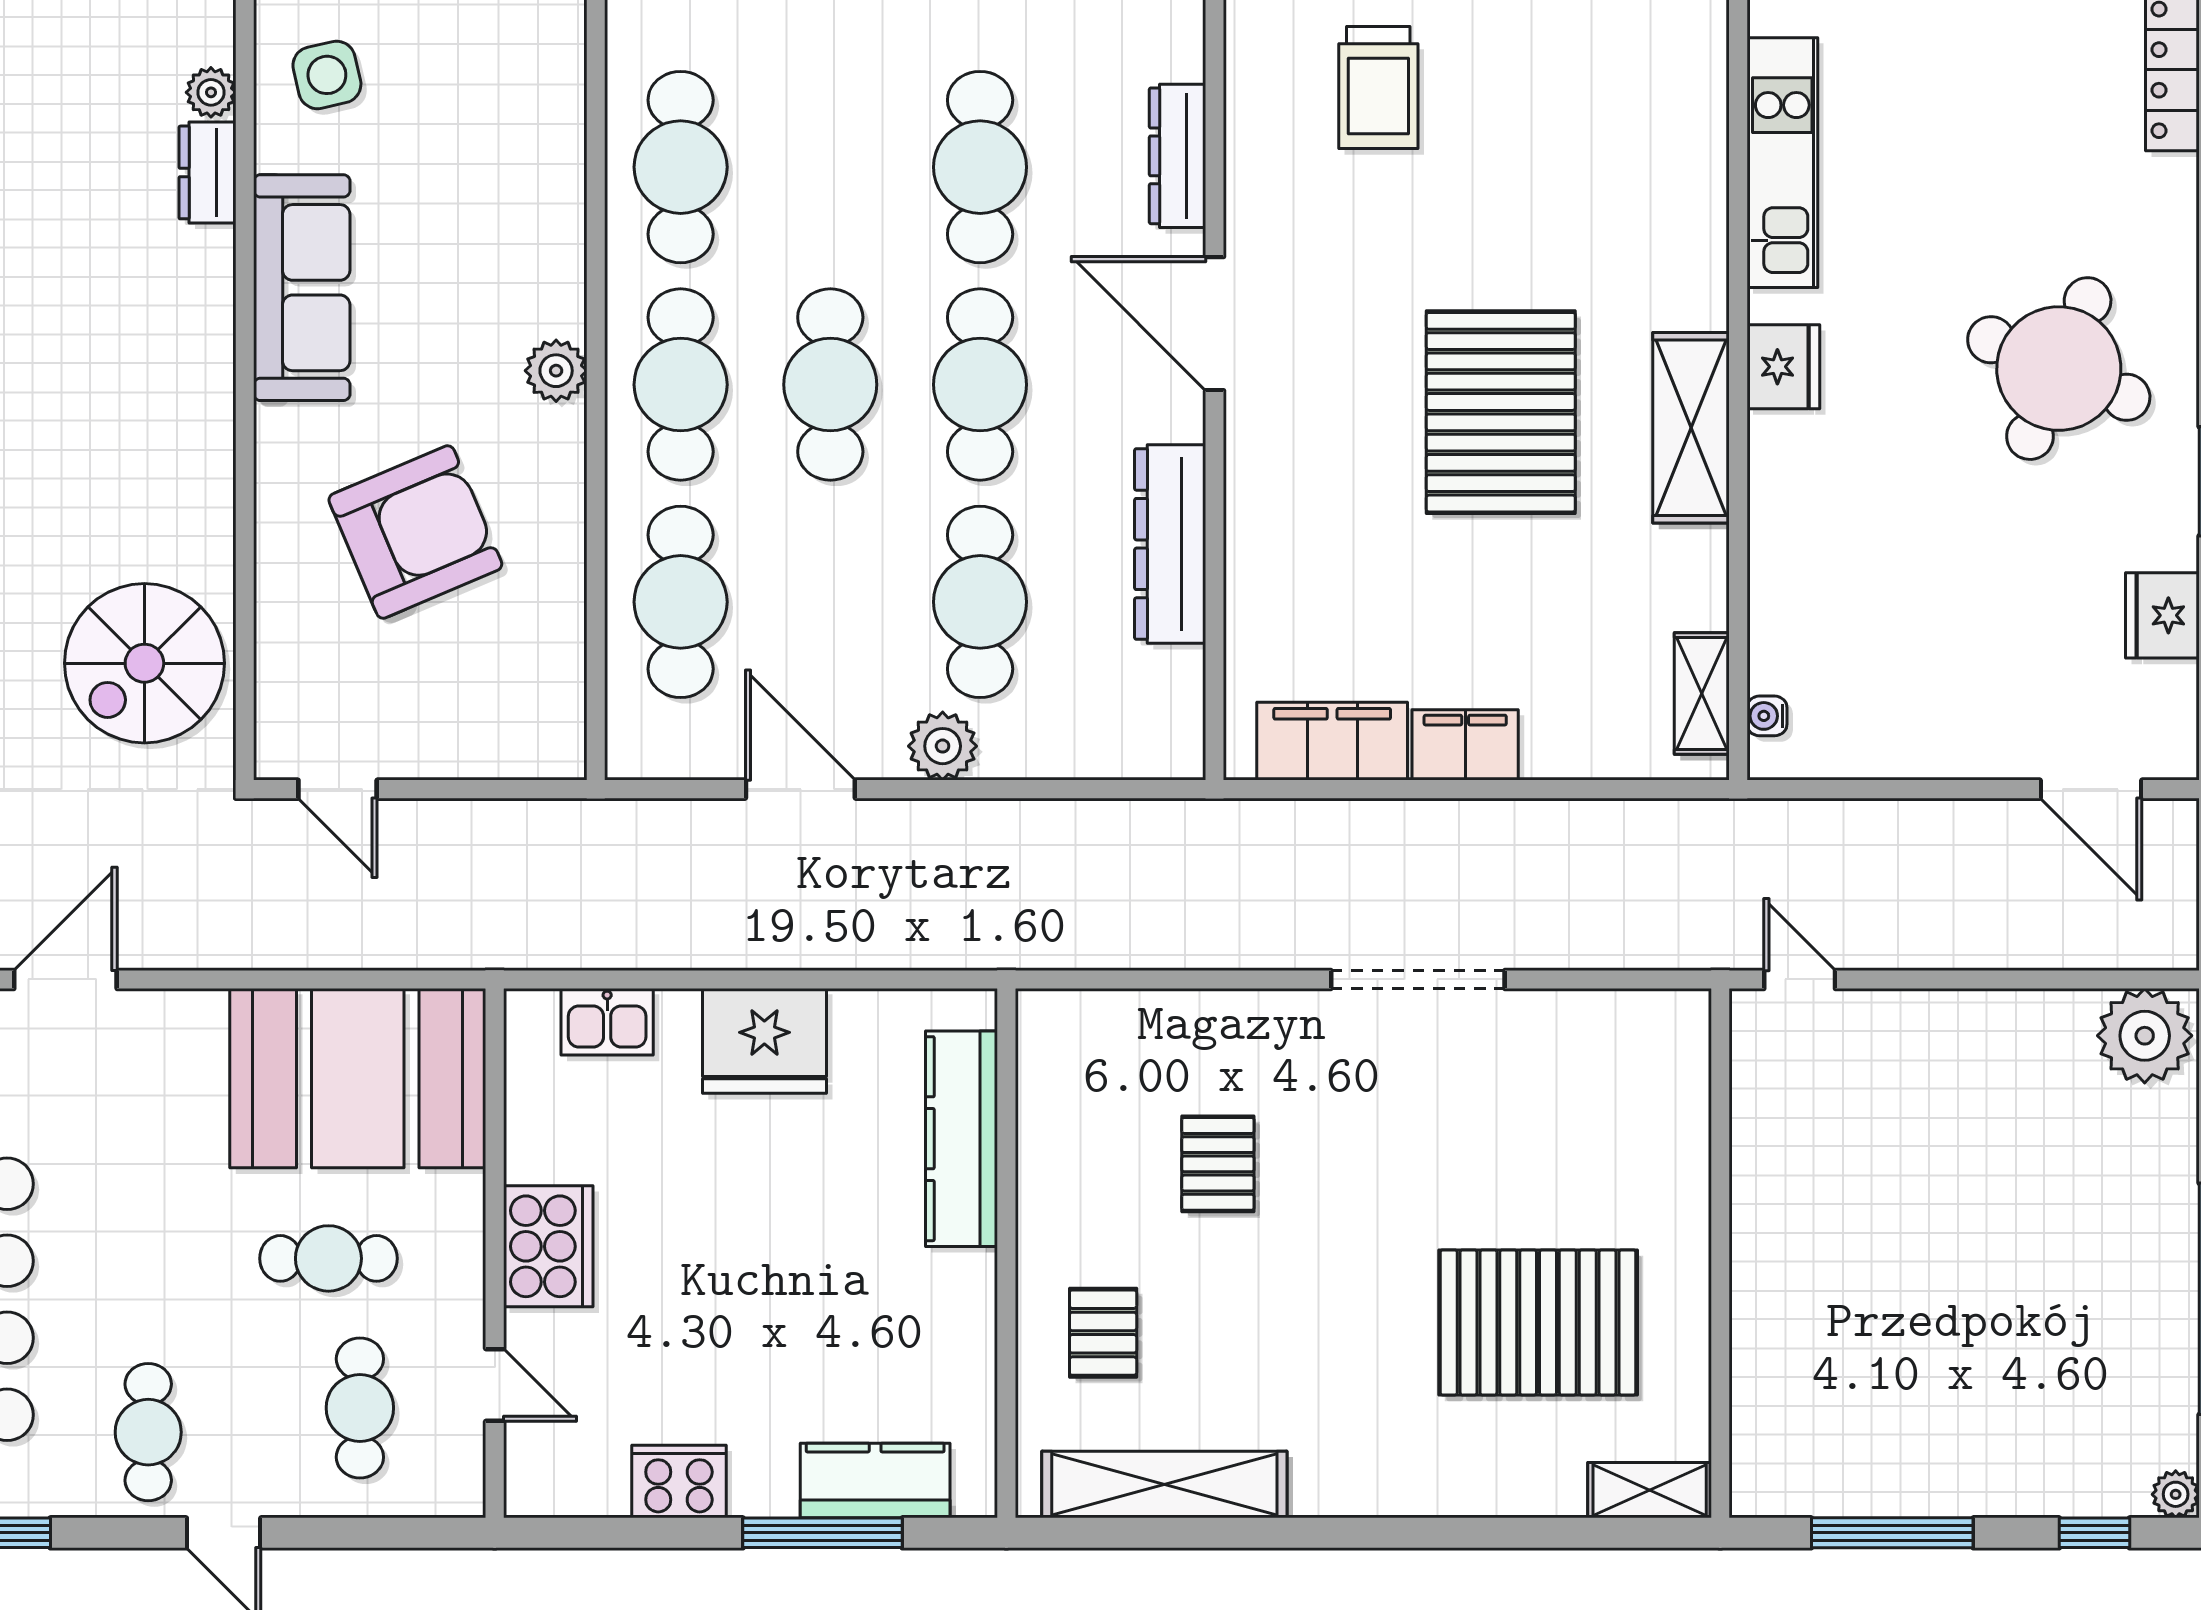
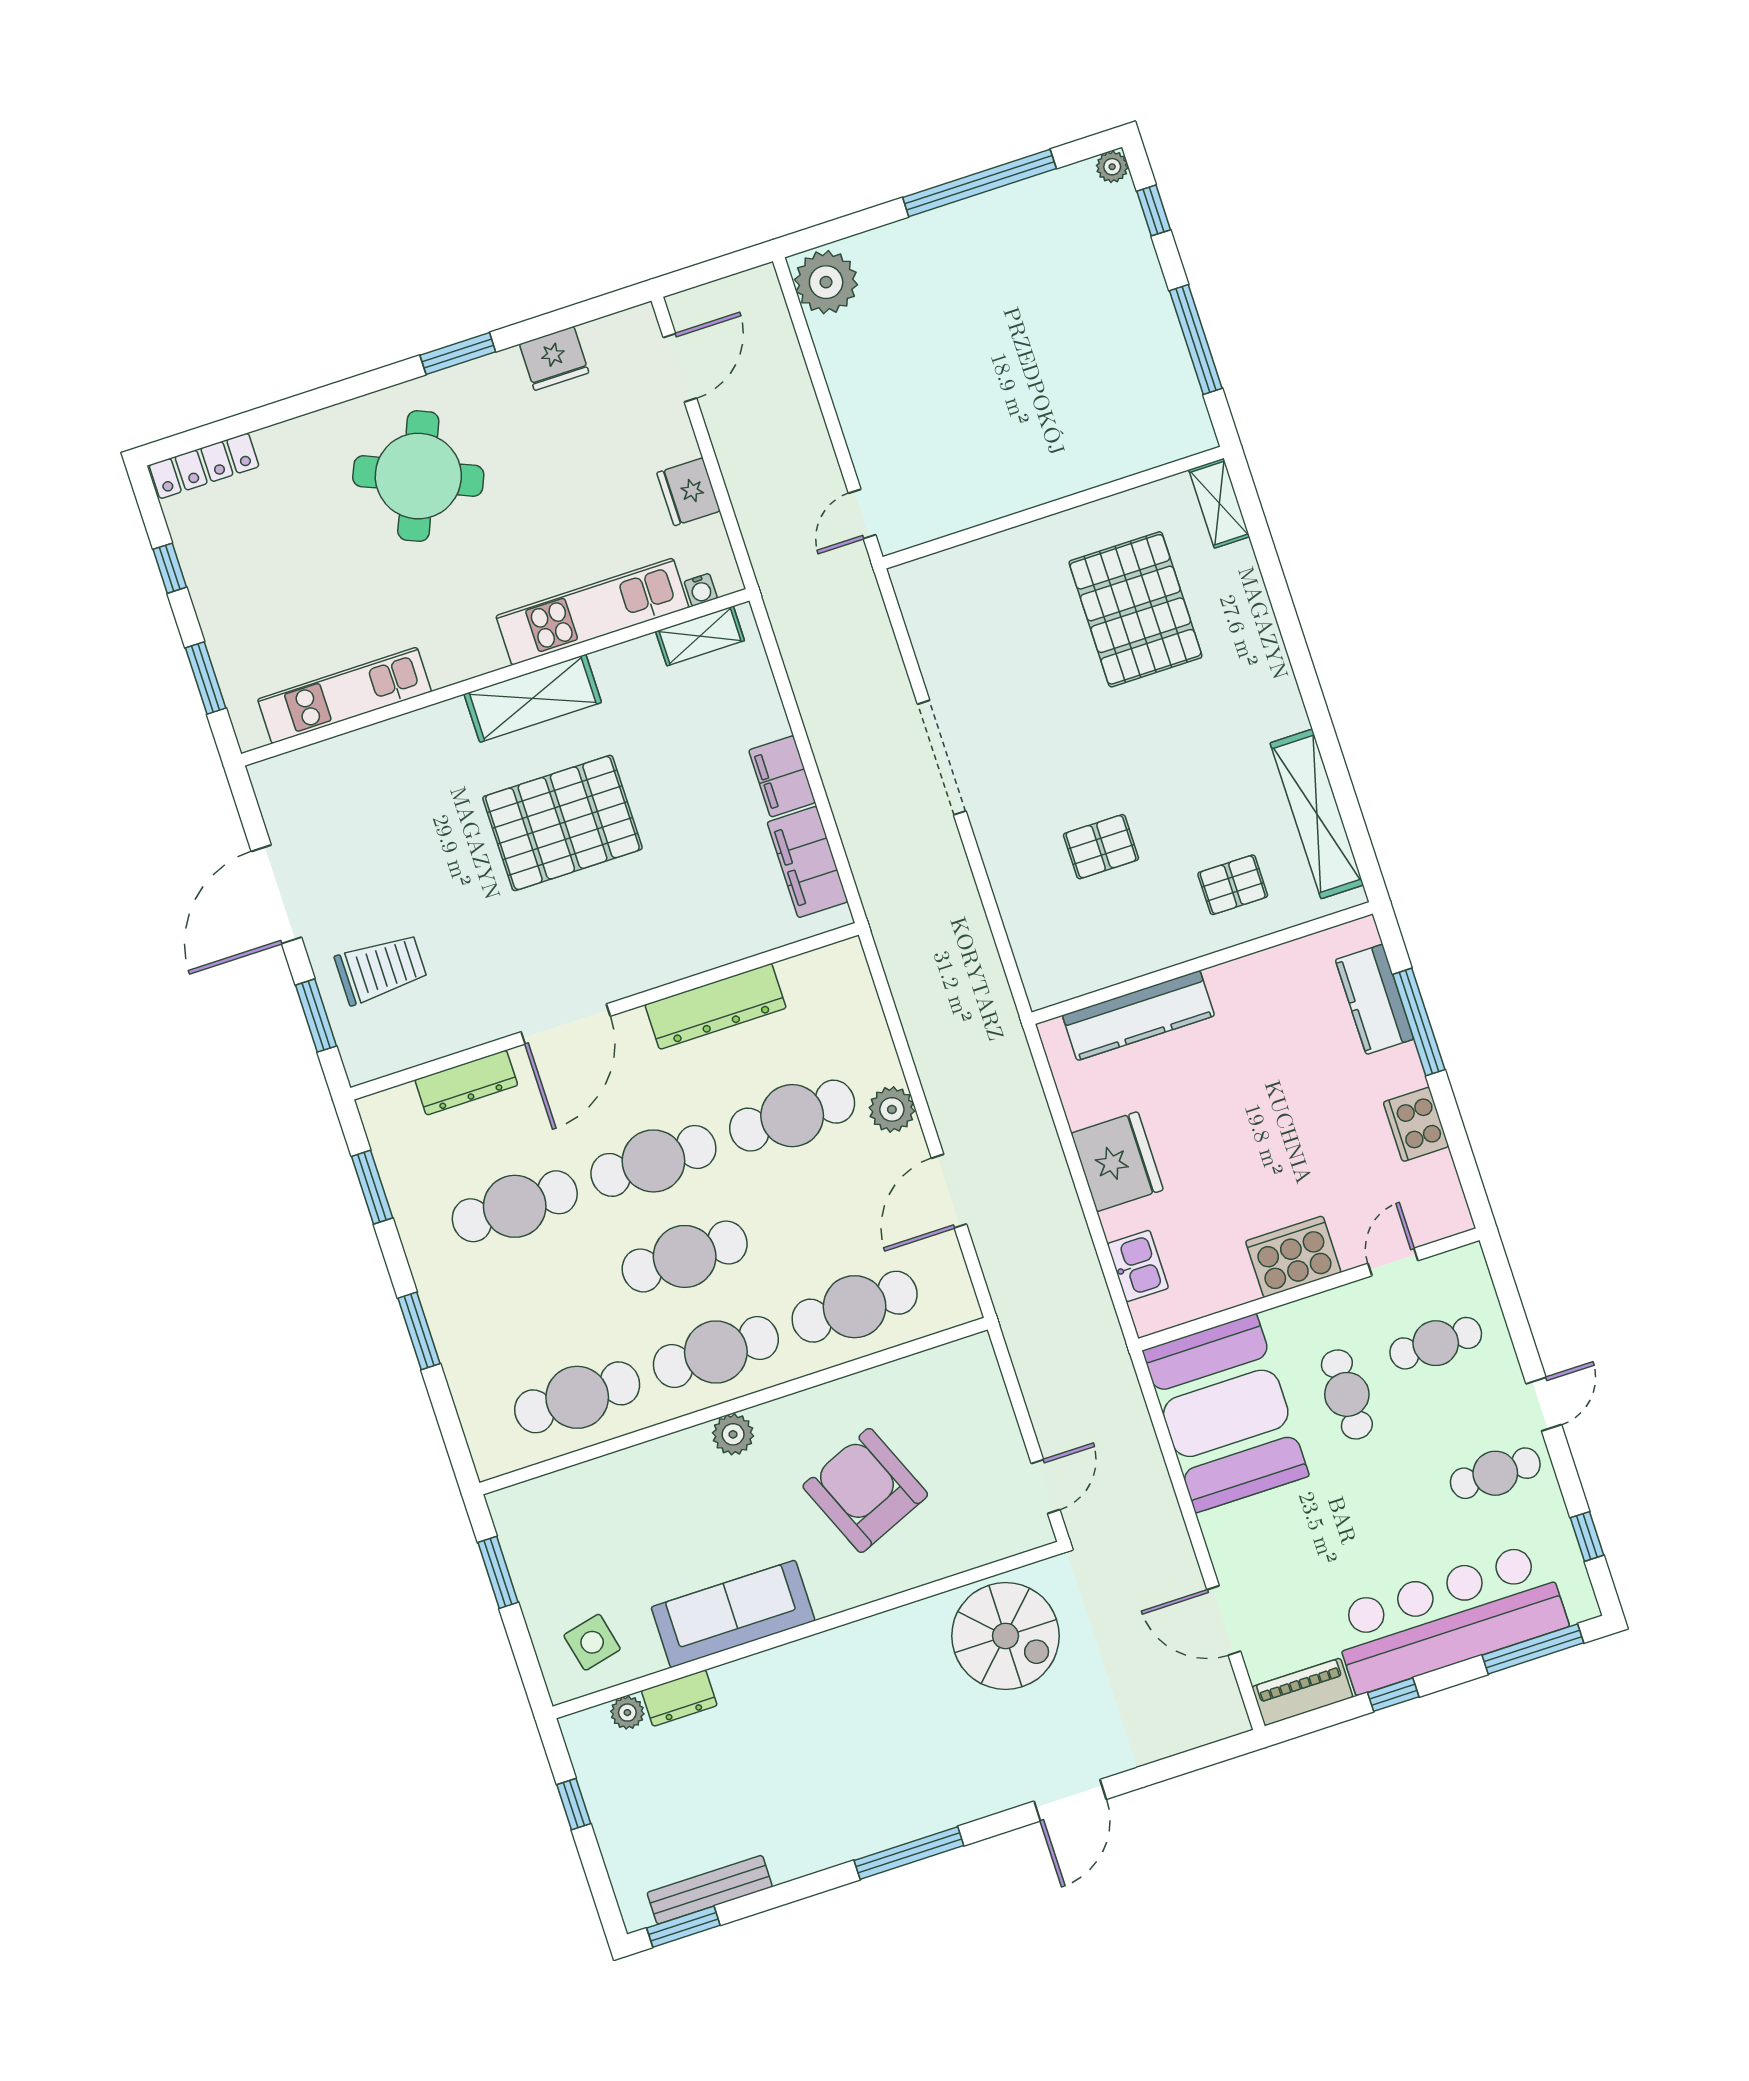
fridge: (1783, 367) -> (688, 492), moved, turned -90
kitchen unit: (1786, 552) -> (592, 612), added

